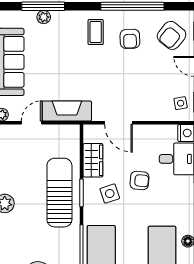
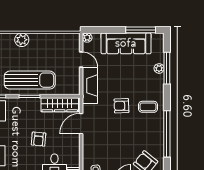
armchair: (130, 39) -> (121, 106), moved
wardrobe: (93, 160) -> (60, 105), width x1.50
side table: (110, 194) -> (29, 117), removed

